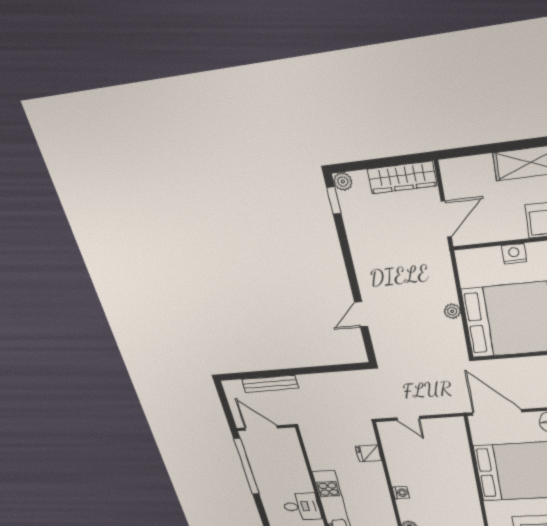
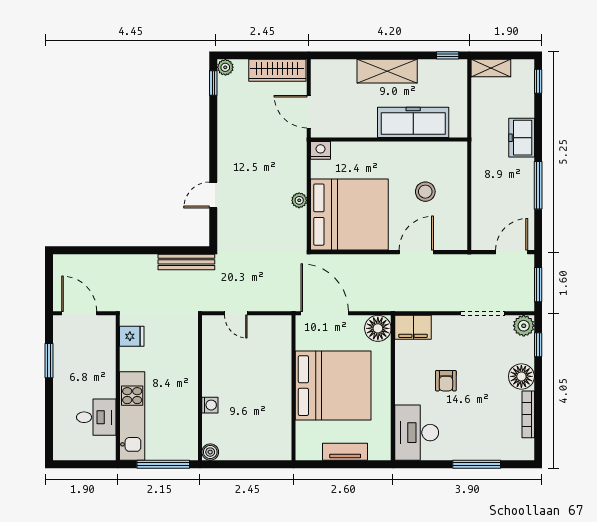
door: (446, 219) -> (309, 112), swing flipped
nightstand: (514, 254) -> (321, 150), moved
bench: (270, 384) -> (186, 262), moved
fridge: (368, 453) -> (132, 336), moved, turned 180
window: (246, 467) -> (49, 361), width x0.47

